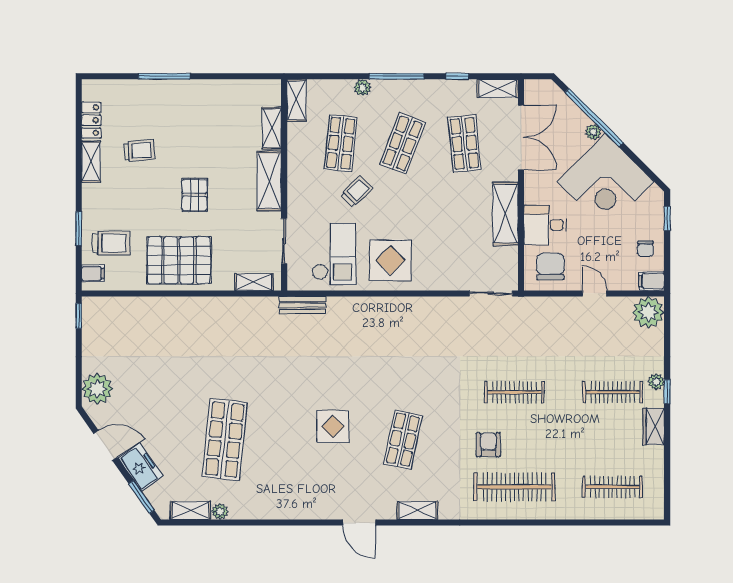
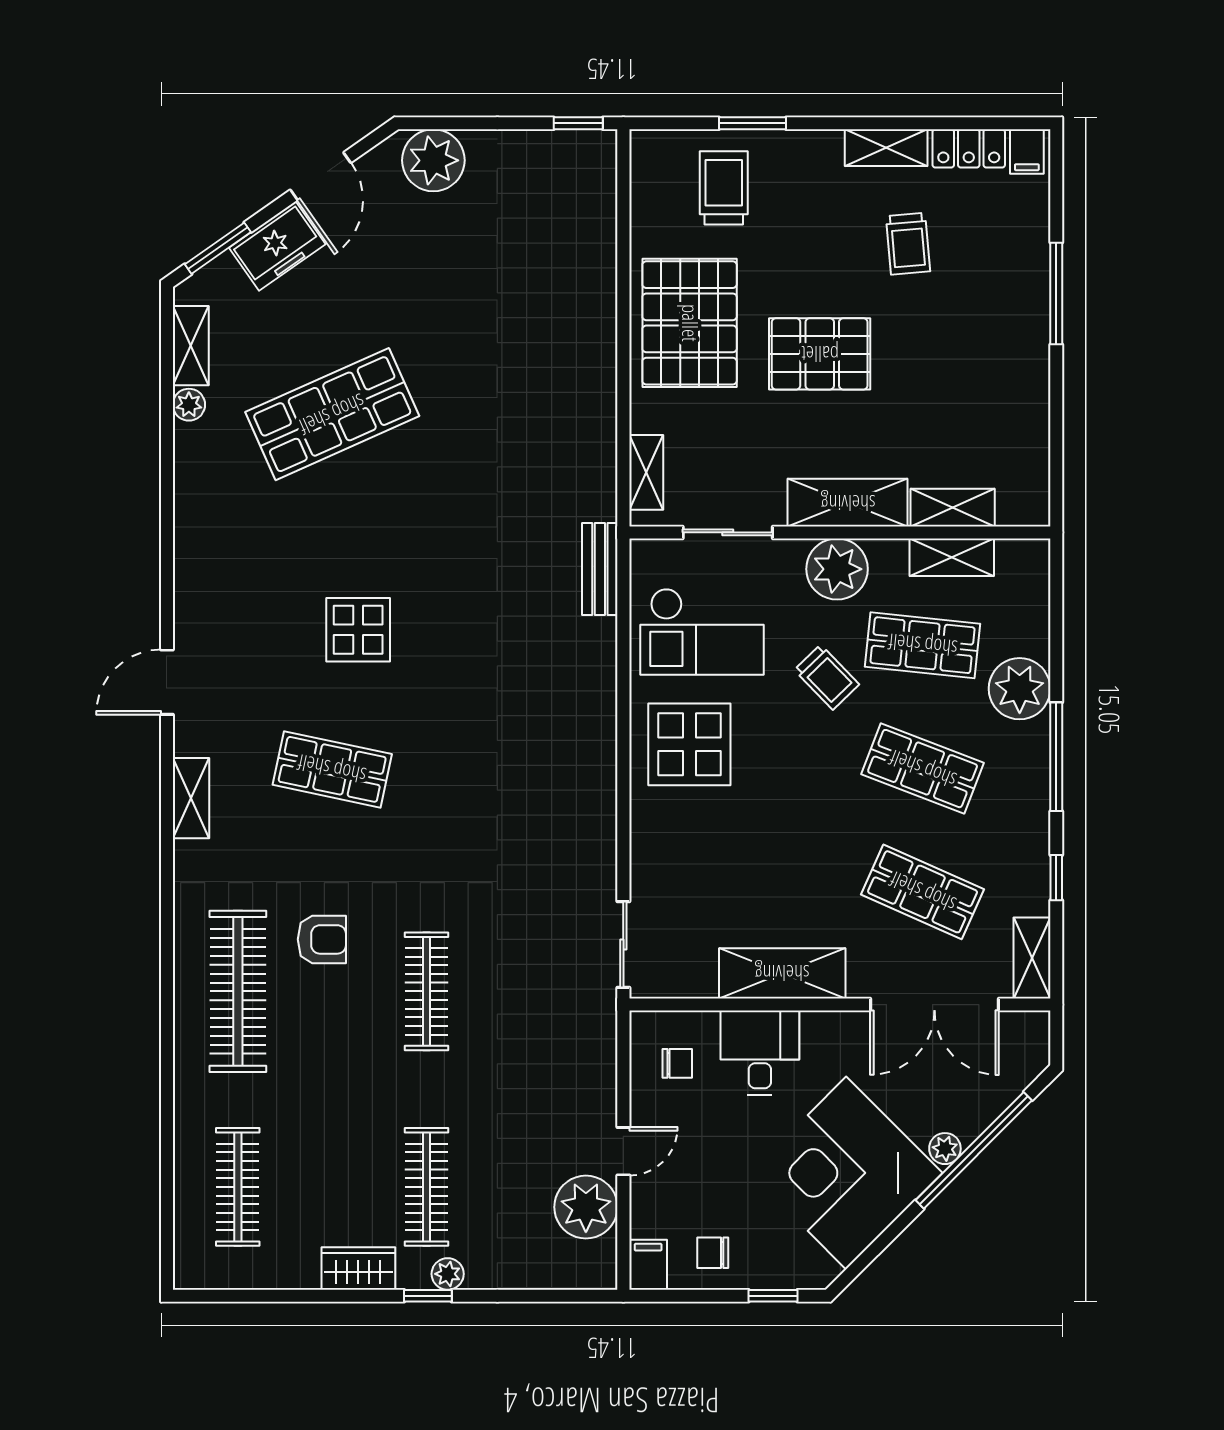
plant: (362, 87) -> (1020, 689), width x1.88, depth x1.88
shelving: (297, 100) -> (952, 557), moved
shop shelf: (464, 143) -> (923, 892), turned 30
plant: (302, 186) -> (837, 569), added
pallet: (194, 195) -> (820, 354), width x1.50, depth x1.42
trolley: (111, 243) -> (724, 188), turned 180
chair: (550, 266) -> (677, 1063), width x0.54, depth x0.54
filing cabinet: (93, 273) -> (1027, 152), moved
plant: (648, 312) -> (586, 1207), moved
shop shelf: (225, 440) -> (332, 414), turned -30

